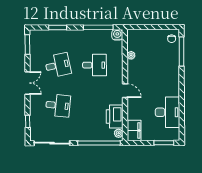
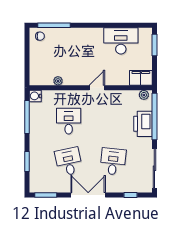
double door: (27, 83) -> (88, 195), width x1.37
printer: (115, 117) -> (143, 124), moved, turned 90

